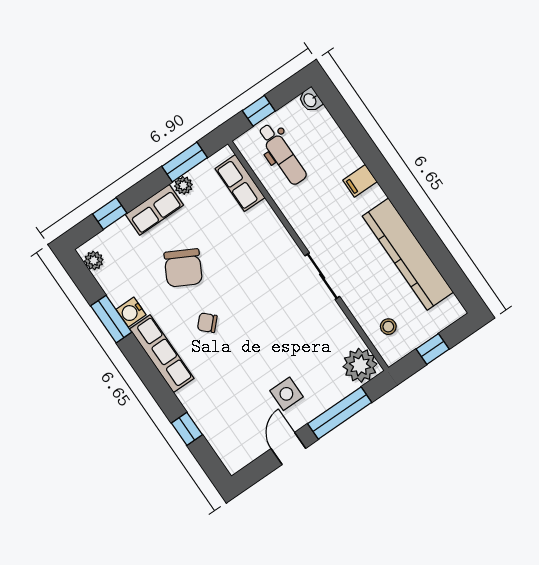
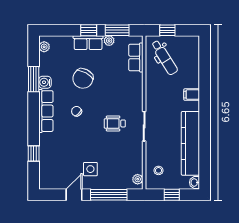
washbasin: (310, 100) -> (194, 182), moved
dental chair: (282, 154) -> (164, 58), turned -32
window: (110, 214) -> (89, 30), moved
wheelchair: (276, 302) -> (115, 123), added
plant: (360, 365) -> (138, 179), width x0.53, depth x0.53

